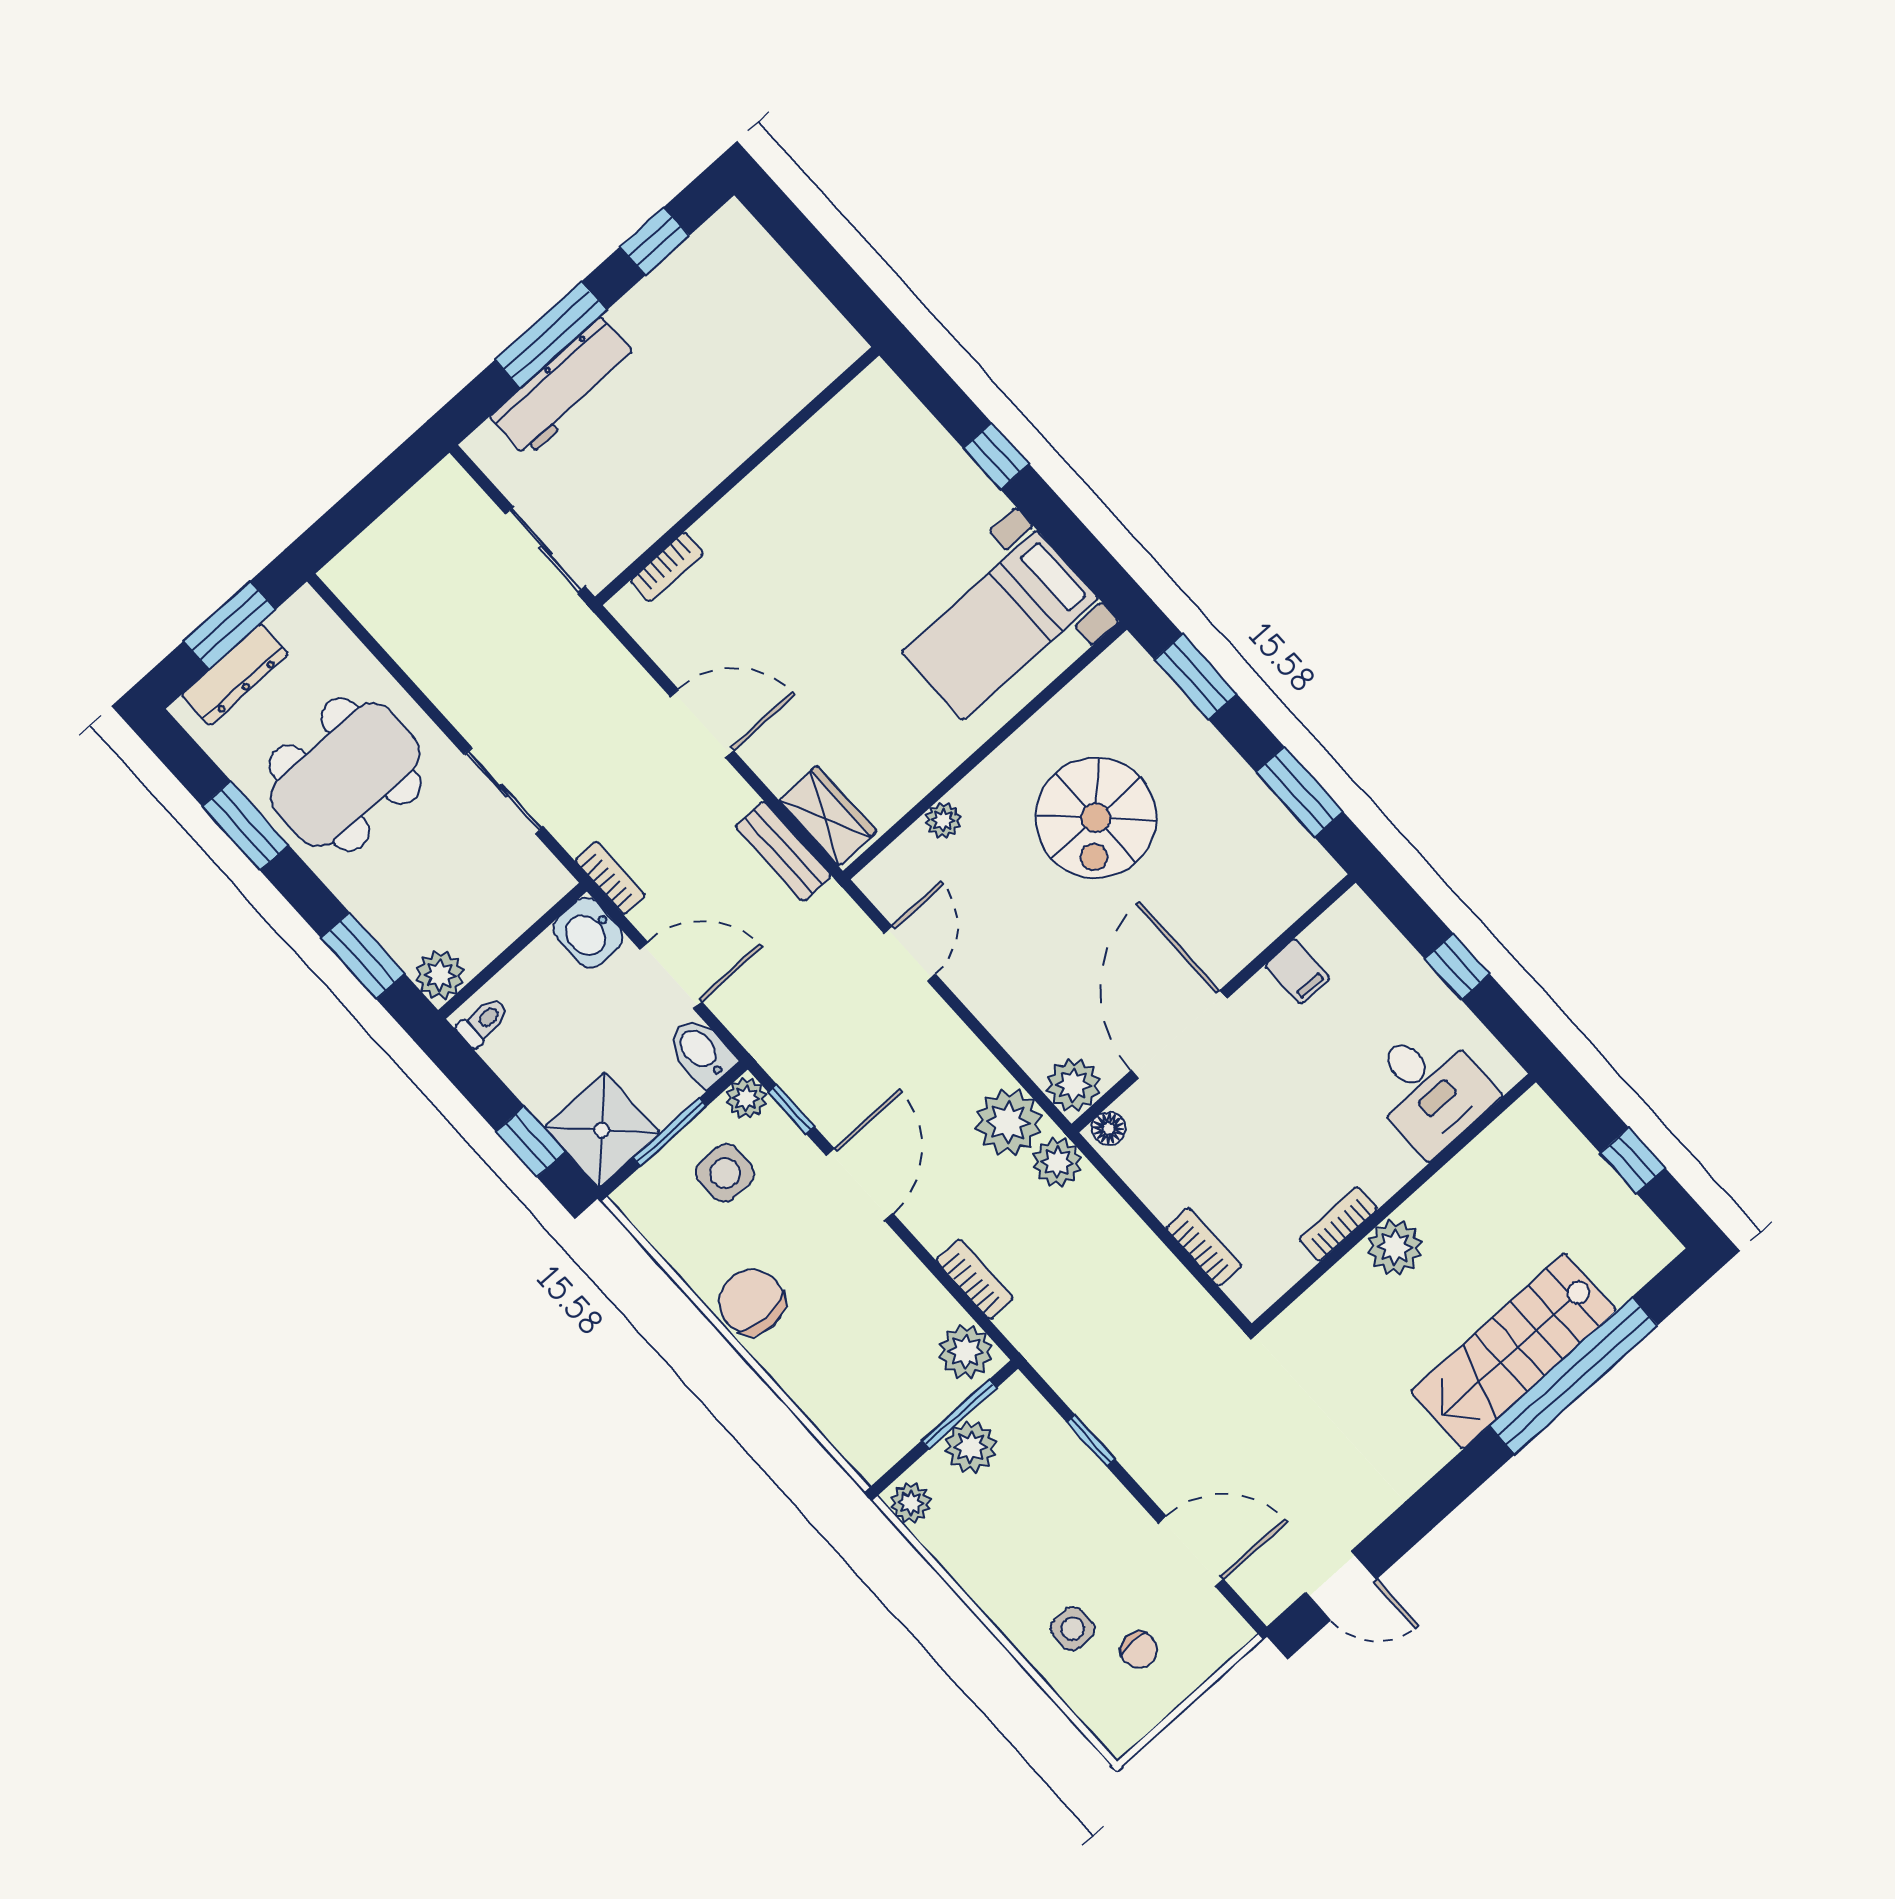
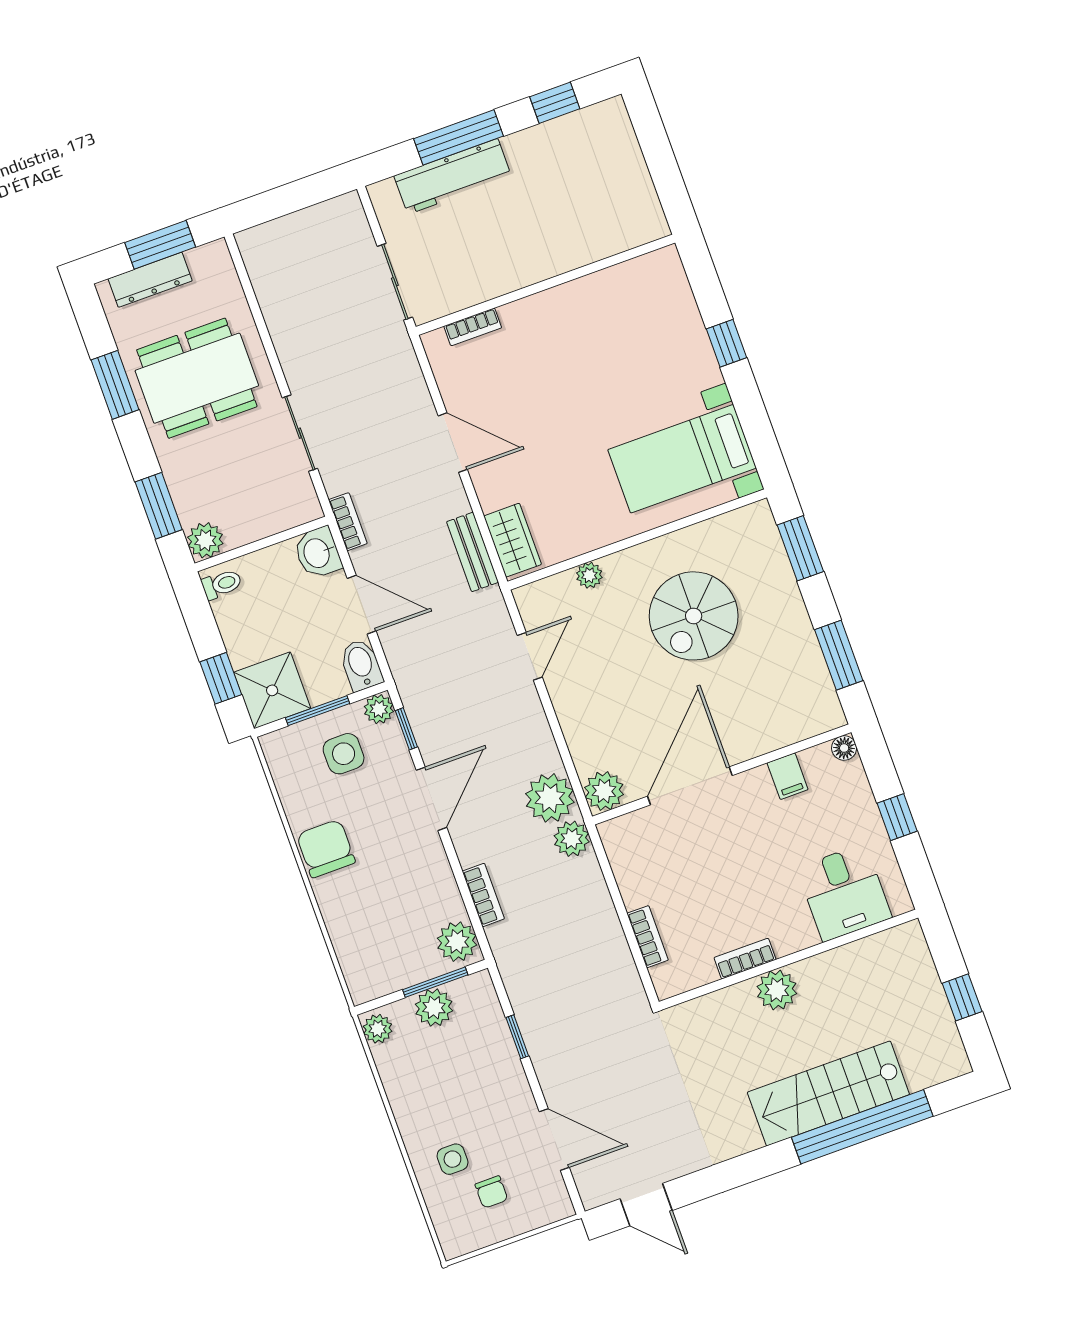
floor lamp: (1109, 1129) -> (844, 748), moved

